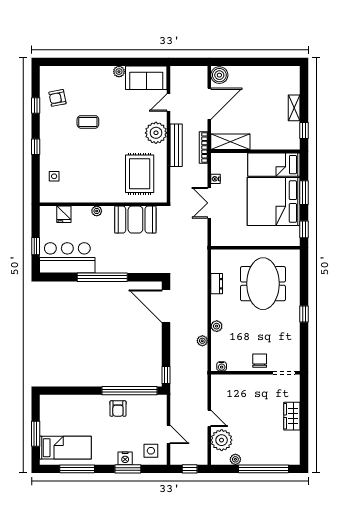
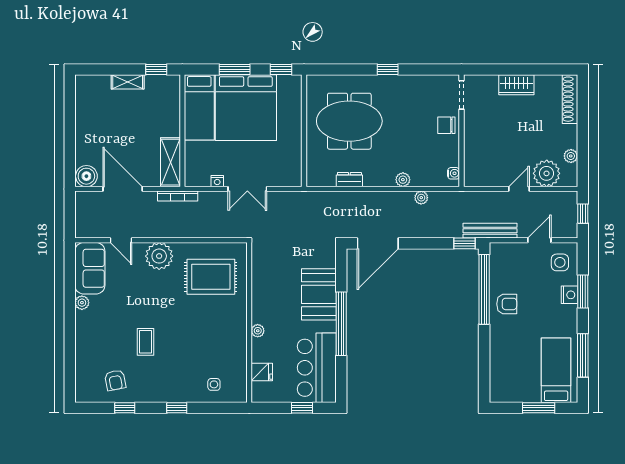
bench: (176, 145) -> (490, 231), moved
booth: (135, 220) -> (319, 294), moved
shoe rack: (280, 459) -> (570, 99), added
window: (263, 469) -> (583, 121), removed

